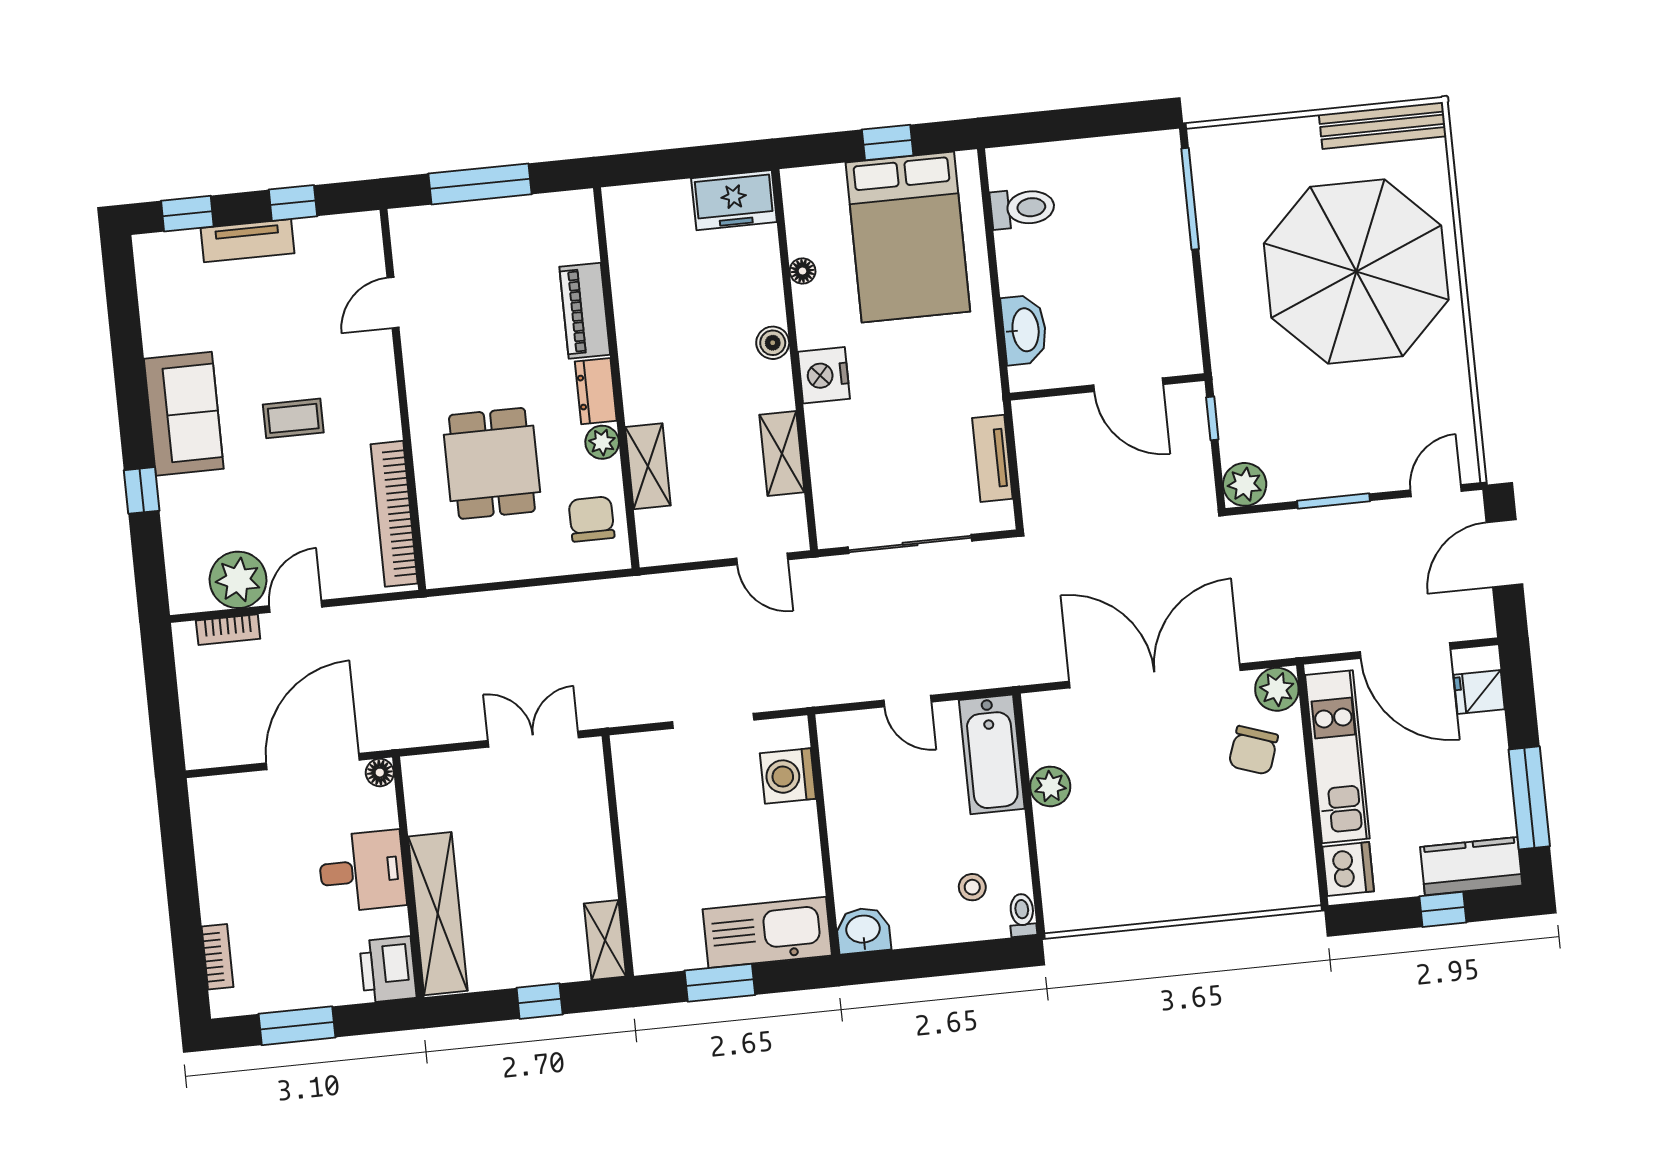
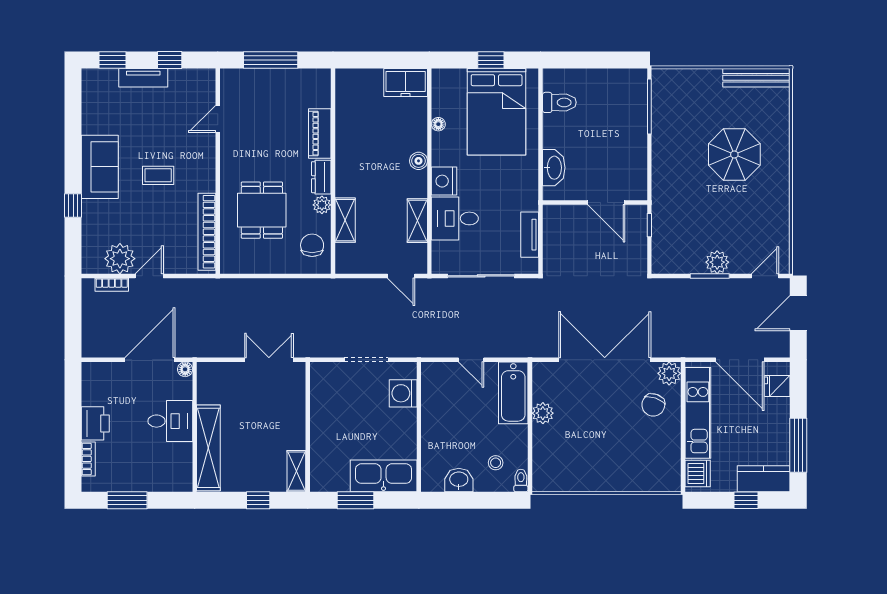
parasol: (1356, 272) -> (734, 155), width x0.54, depth x0.54
desk: (851, 443) -> (455, 218), added
plant: (1245, 484) -> (717, 262), moved
washbasin: (863, 930) -> (459, 480), moved
printer: (388, 969) -> (95, 423), moved, turned 180

